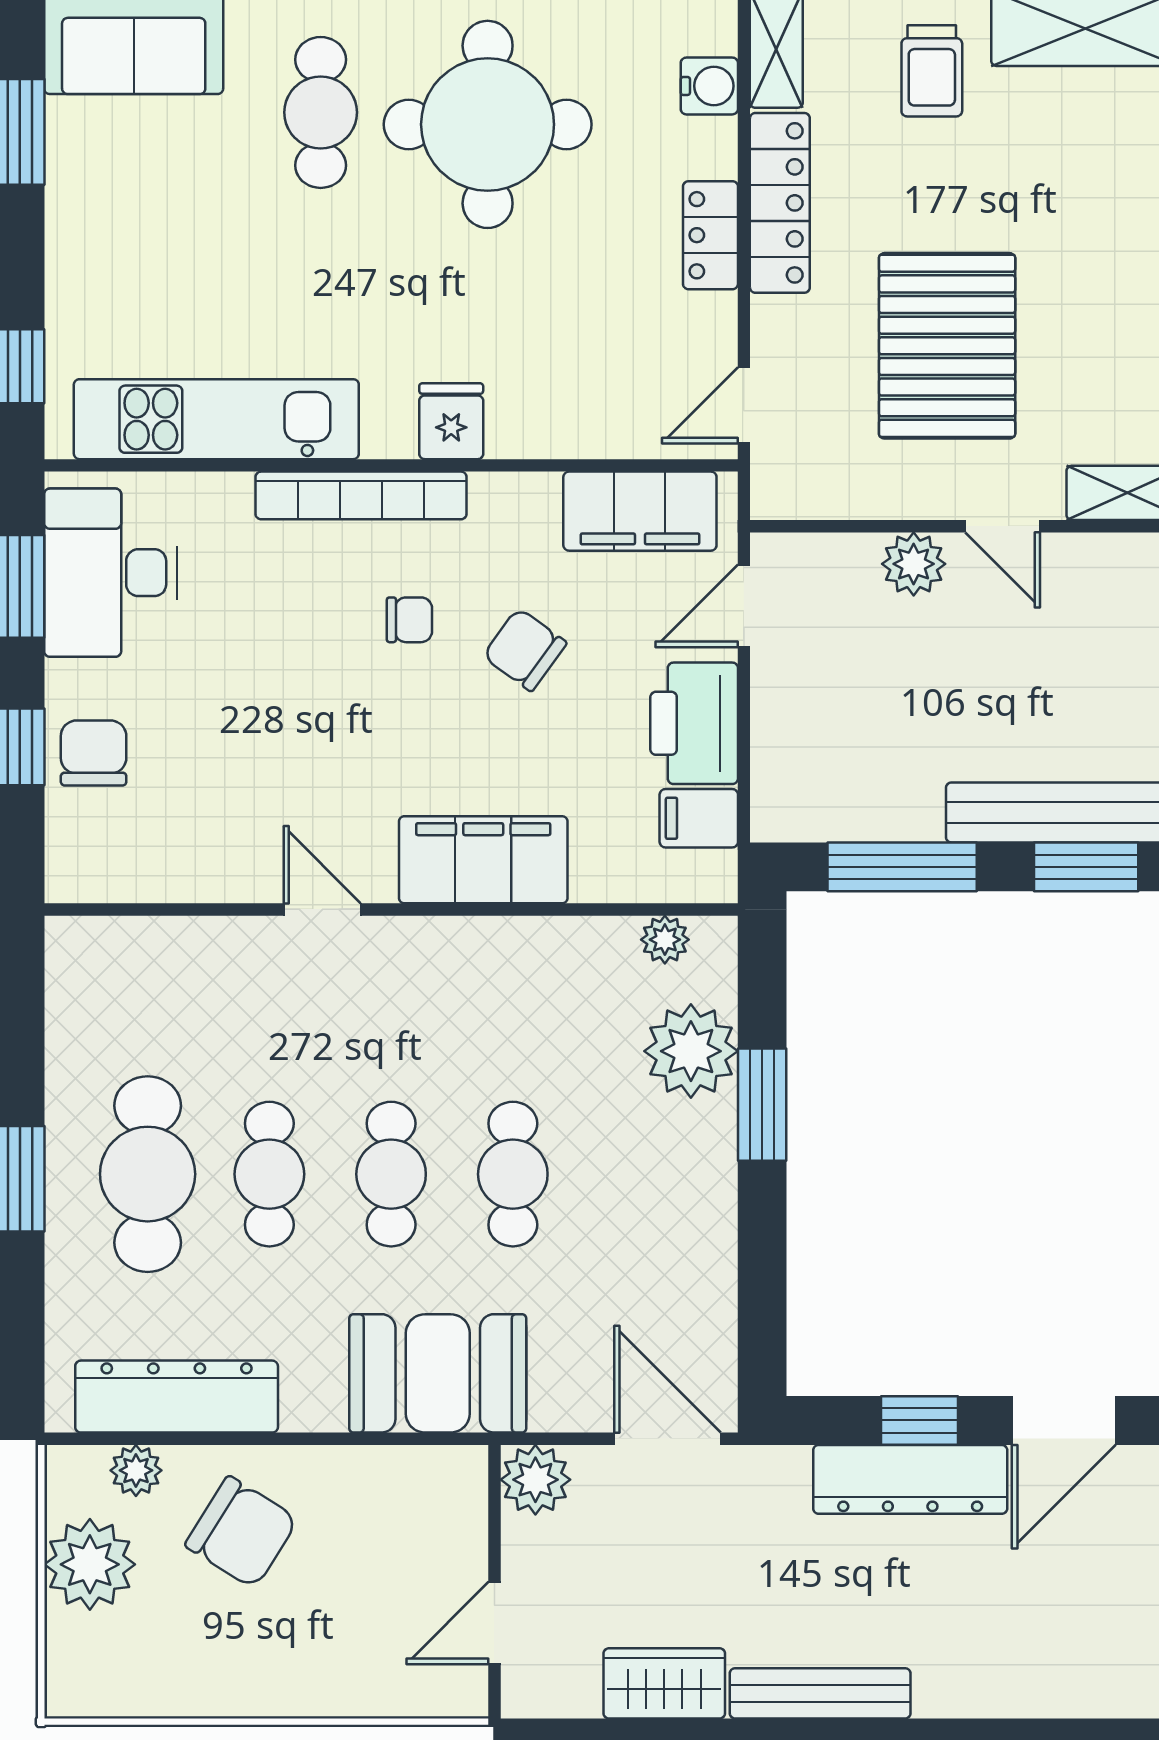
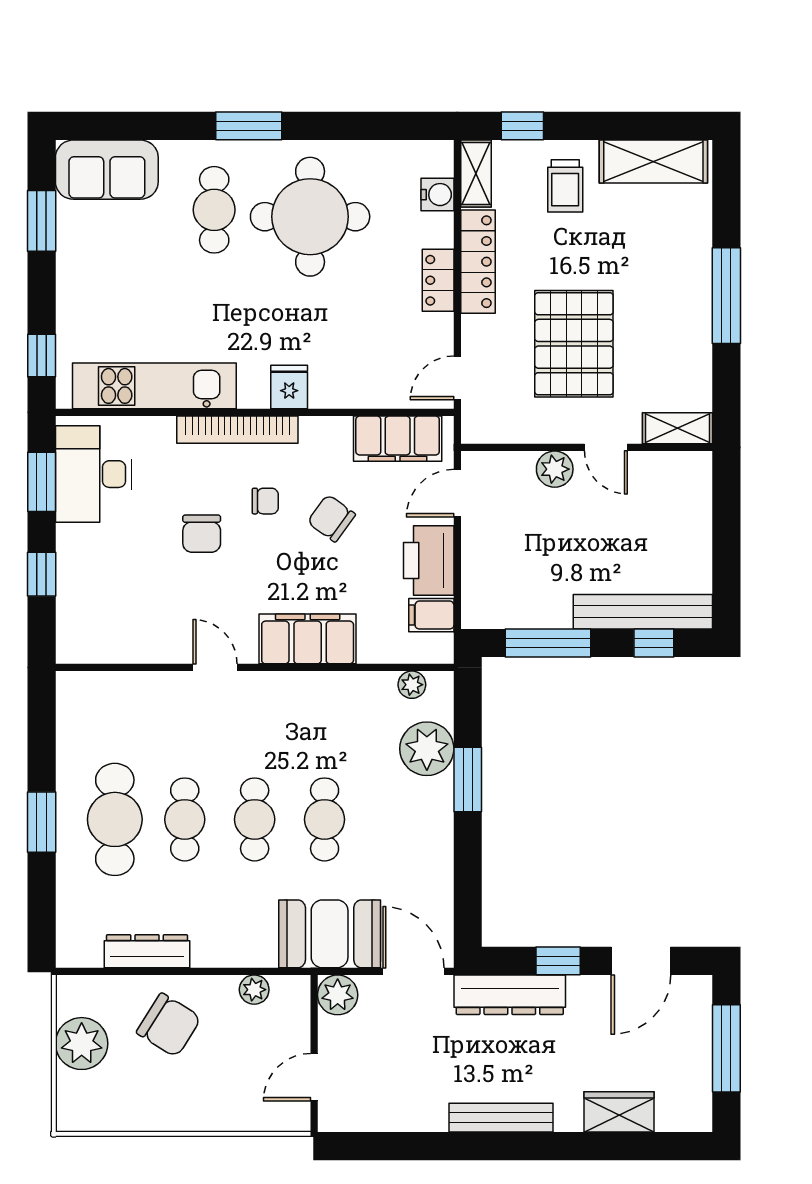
chair: (94, 753) -> (202, 534), moved, turned 180
window: (1086, 867) -> (654, 643), width x0.67
booth: (438, 1373) -> (330, 934), moved
dresser: (177, 1397) -> (147, 951), width x0.73, depth x0.80
plant: (136, 1470) -> (254, 990), moved
dresser: (910, 1479) -> (510, 995), moved
wardrobe: (664, 1683) -> (619, 1112), moved

